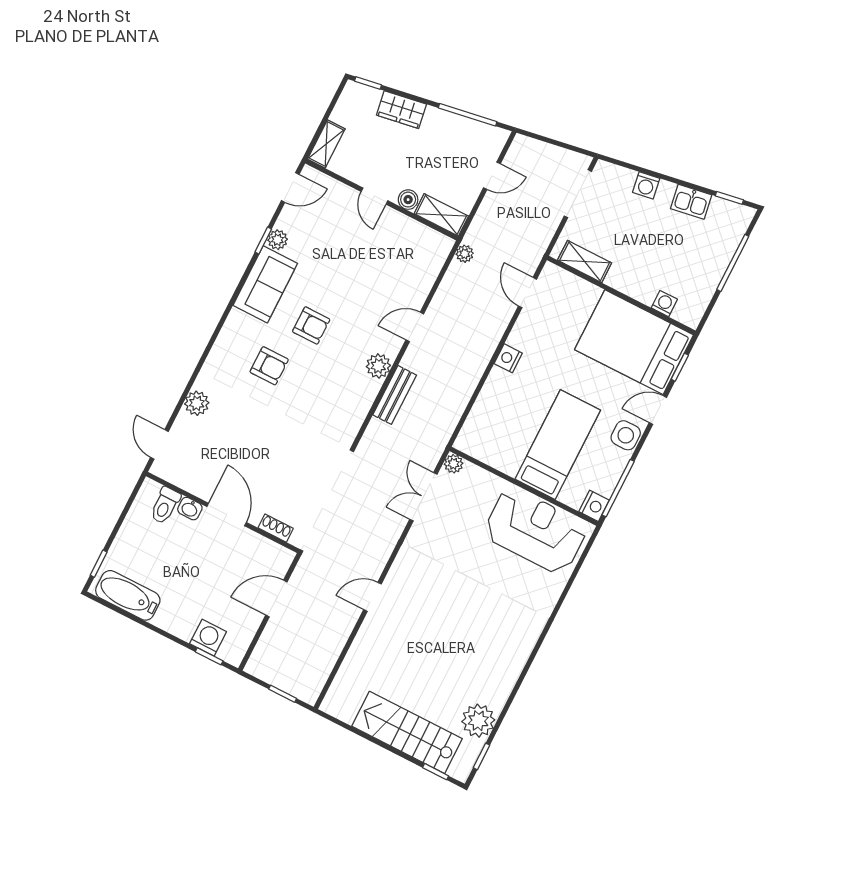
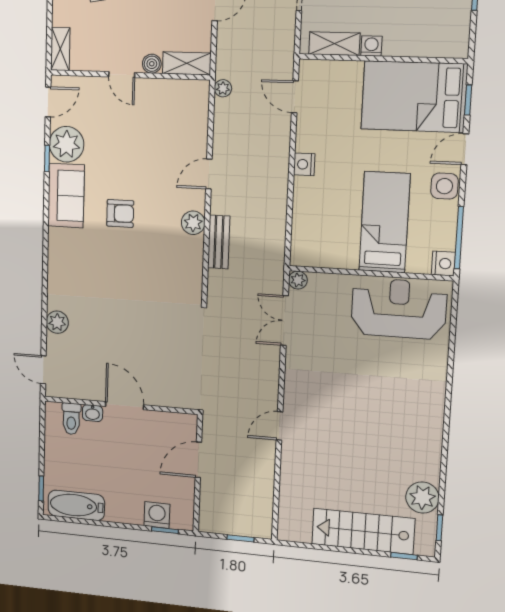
plant: (278, 240) -> (67, 144), width x1.88, depth x1.88
washing machine: (664, 304) -> (371, 46), moved
armchair: (269, 366) -> (101, 264), removed
shoe rack: (276, 528) -> (170, 400), removed

